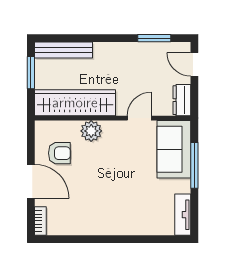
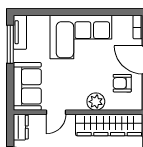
window: (194, 165) -> (10, 44), moved
corner sofa: (109, 209) -> (81, 37), added

